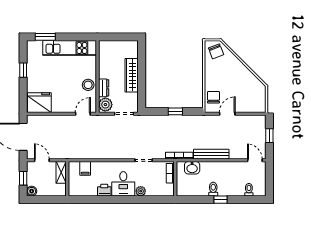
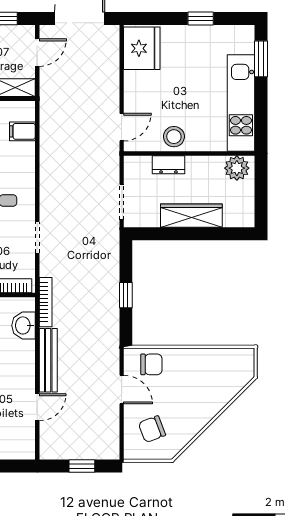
chair: (216, 51) -> (152, 429), moved
plant: (105, 105) -> (237, 168), moved
door: (83, 114) -> (122, 127), hinge flipped
door: (255, 160) -> (37, 407), moved

